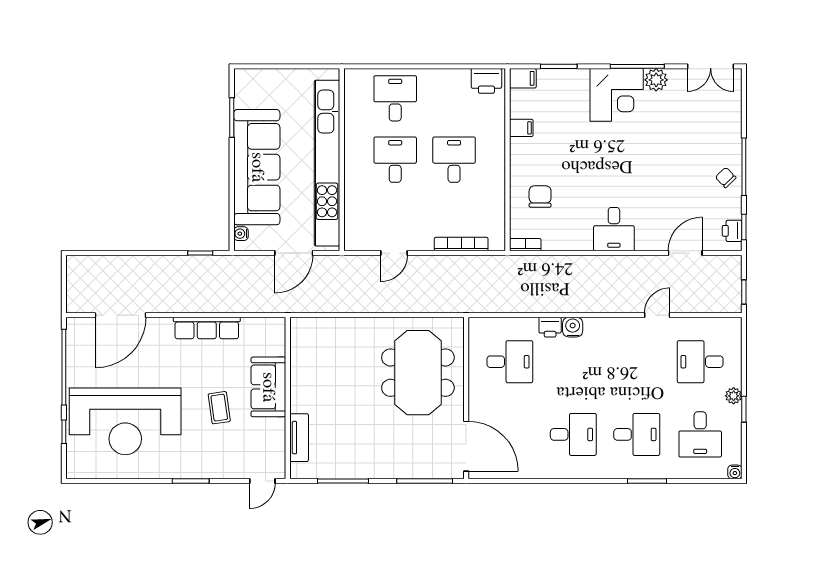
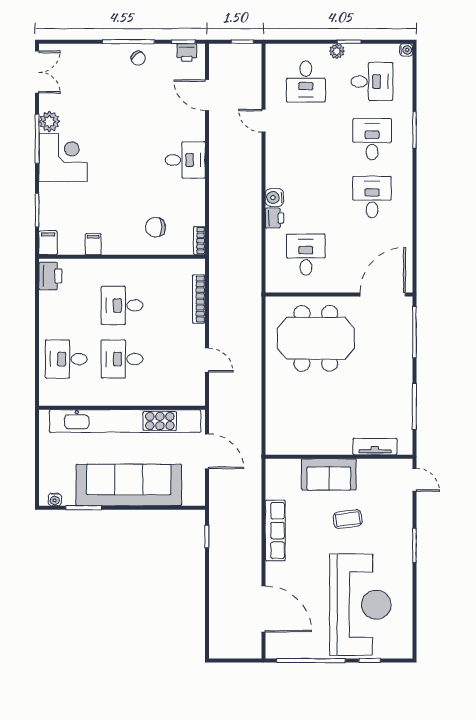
chair: (726, 177) -> (138, 58), turned -85
water cooler: (241, 234) -> (55, 499), moved

